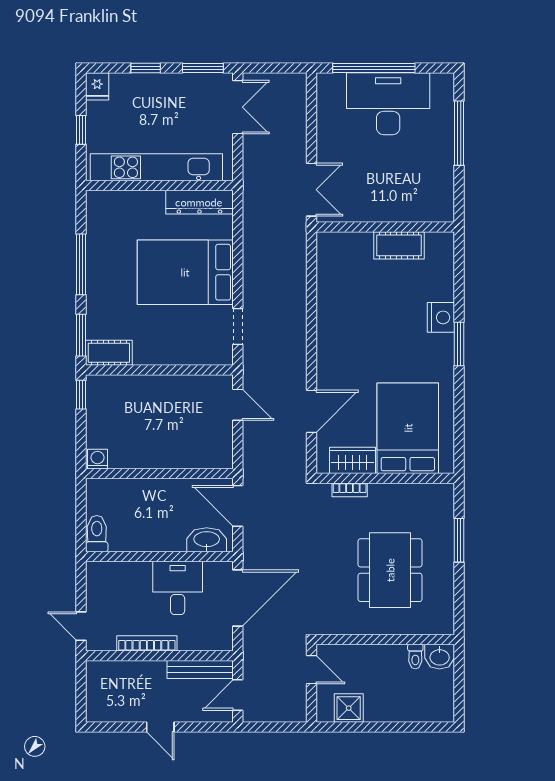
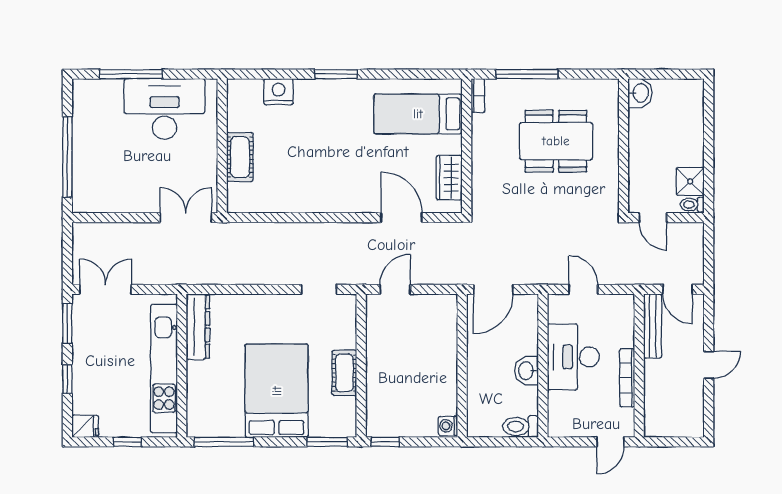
desk: (388, 104) -> (164, 109), moved, turned 90
cot: (399, 245) -> (240, 157), moved
window: (81, 264) -> (224, 442), moved
bed: (185, 272) -> (277, 391), moved, turned 180
nightstand: (441, 317) -> (278, 92), moved
cot: (109, 353) -> (344, 373), moved
bed: (408, 428) -> (418, 114), width x0.67
bookcase: (350, 490) -> (478, 96), moved
washbasin: (207, 540) -> (527, 371), moved, width x0.72
window: (459, 540) -> (527, 74), width x1.44
desk: (178, 588) -> (573, 357), width x1.37
door: (238, 598) -> (583, 289), width x0.53
toilet: (415, 657) -> (692, 205), moved, turned 180
door: (312, 670) -> (653, 218), swing flipped

